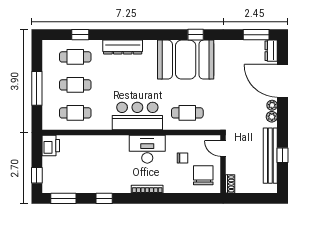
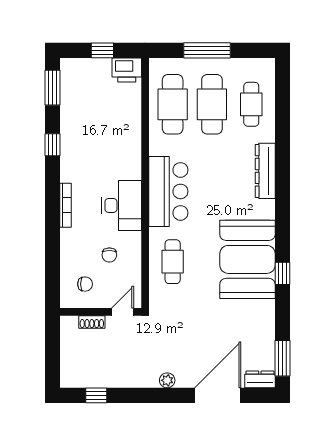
window: (80, 35) -> (282, 111), removed
cafe table: (75, 85) -> (212, 104), width x1.37, depth x1.35
plant: (272, 105) -> (183, 381), removed
cafe table: (75, 113) -> (173, 104), width x1.37, depth x1.35
window: (282, 155) -> (96, 395), moved
bench: (270, 156) -> (113, 378), removed
window: (37, 175) -> (102, 50), moved
chair: (203, 175) -> (85, 284), width x0.54, depth x0.54
shoe rack: (230, 184) -> (92, 322), moved

